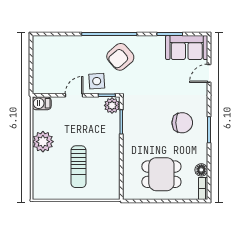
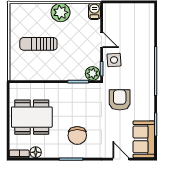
armchair: (120, 57) -> (120, 100), moved, turned 41
dining table: (161, 174) -> (32, 117), width x1.38

